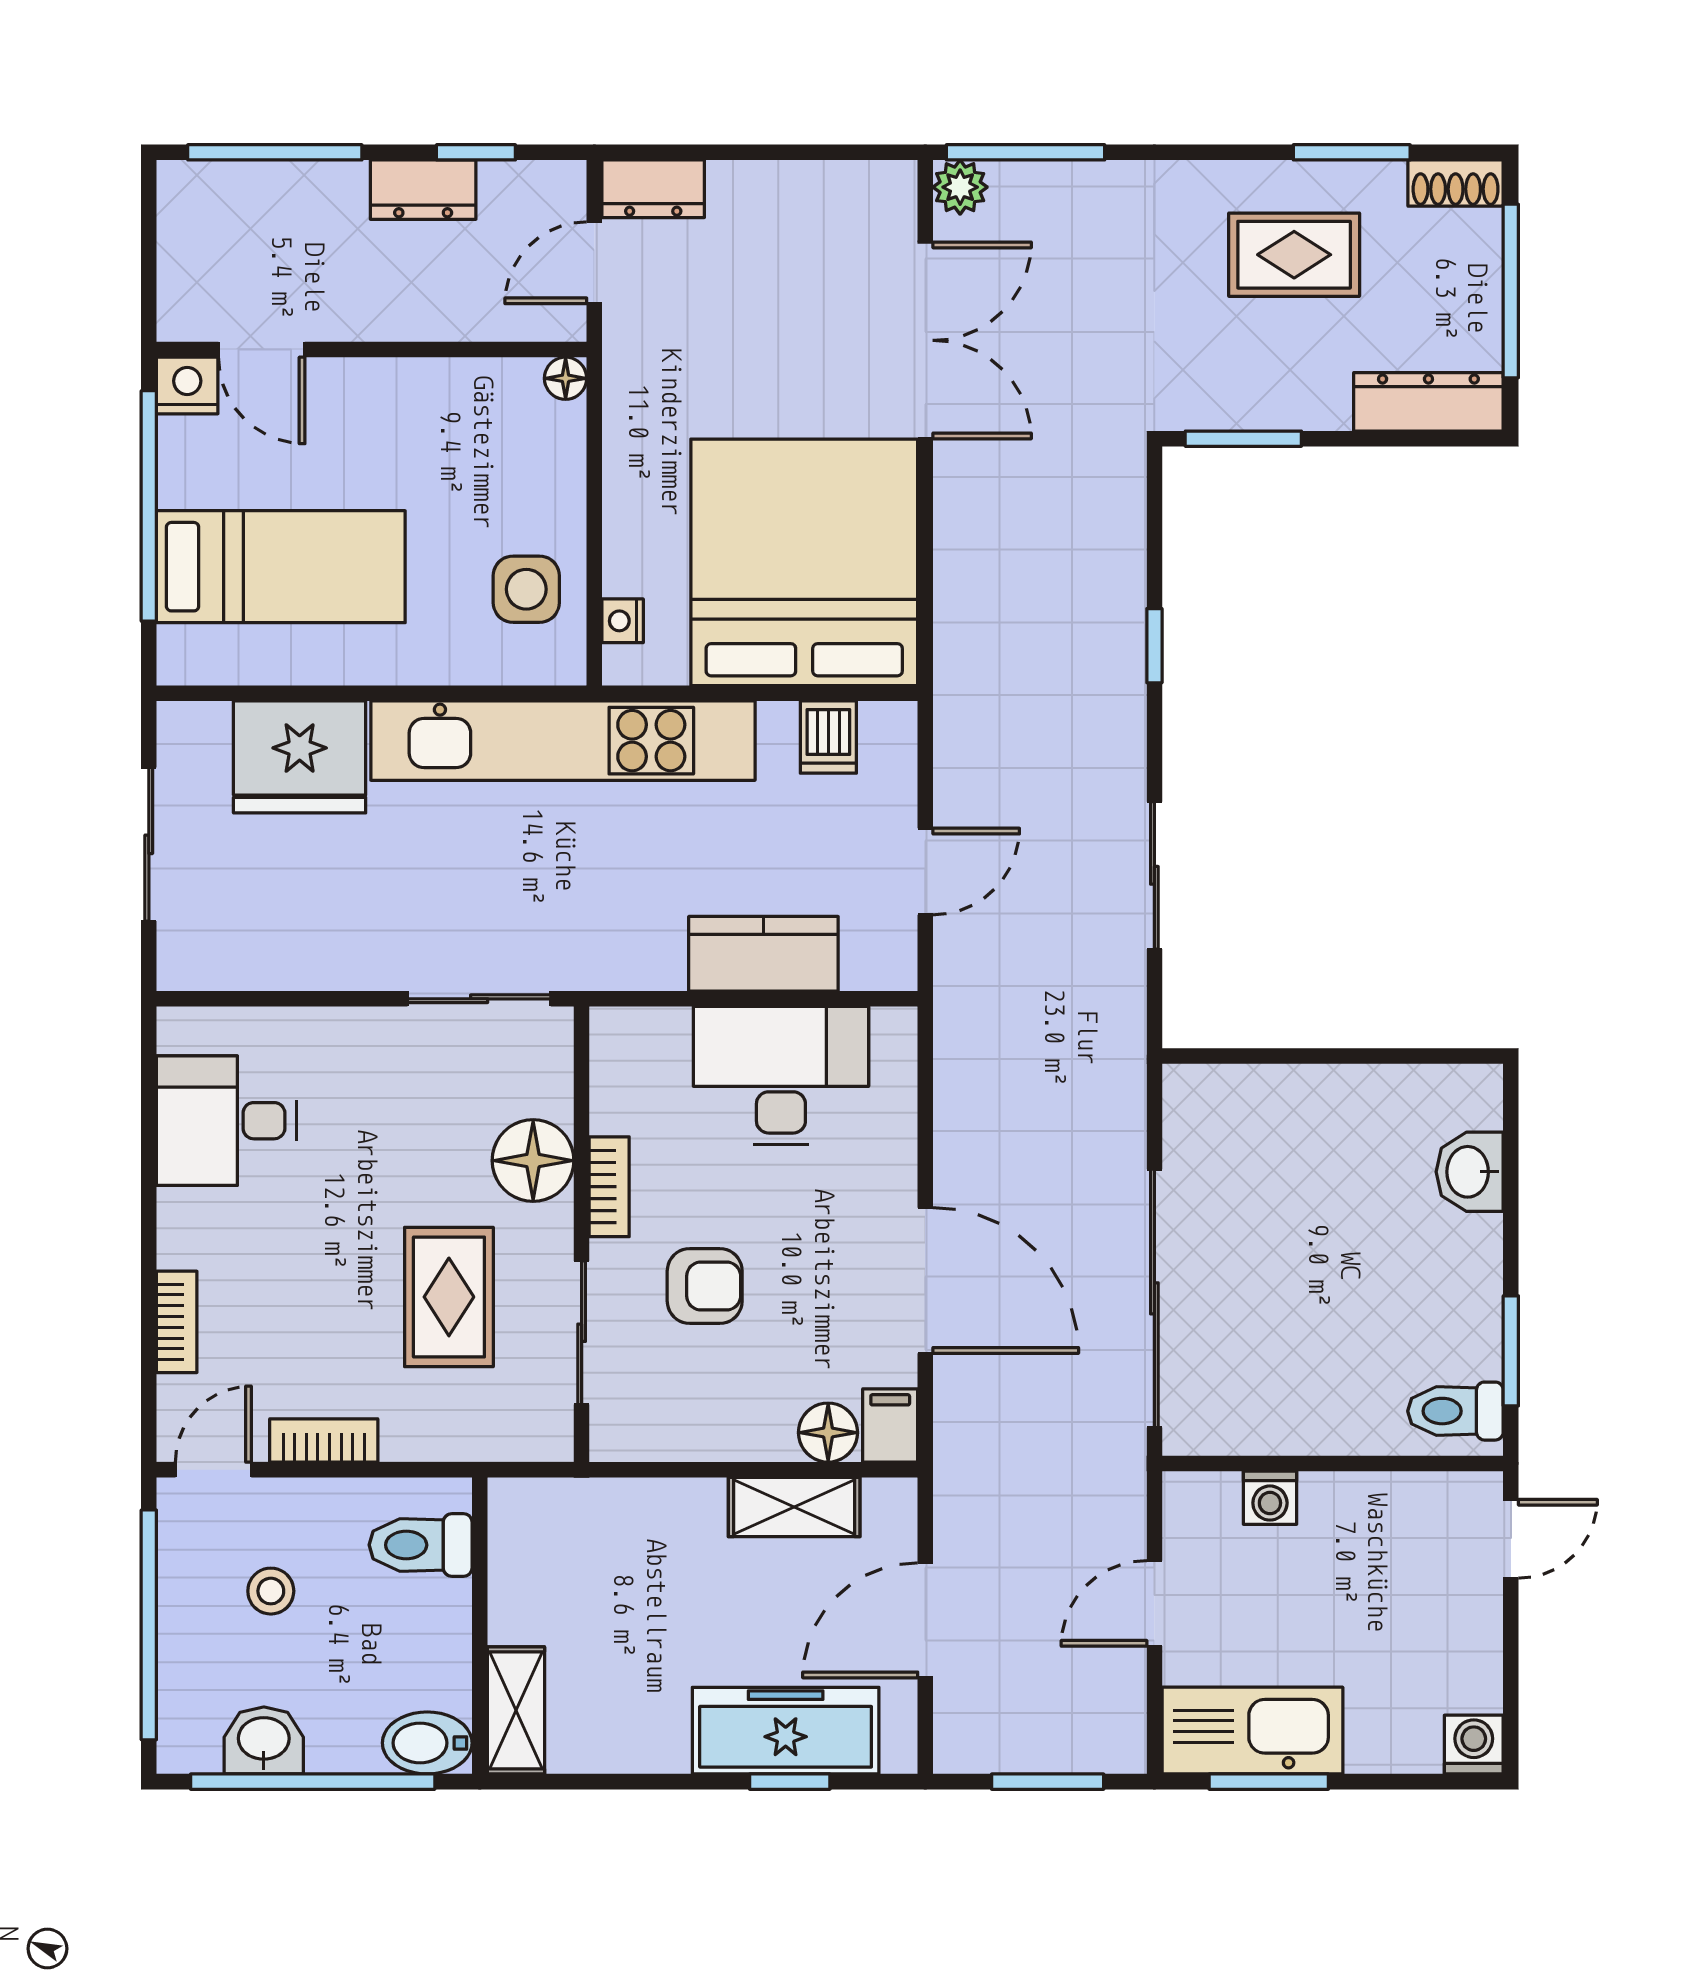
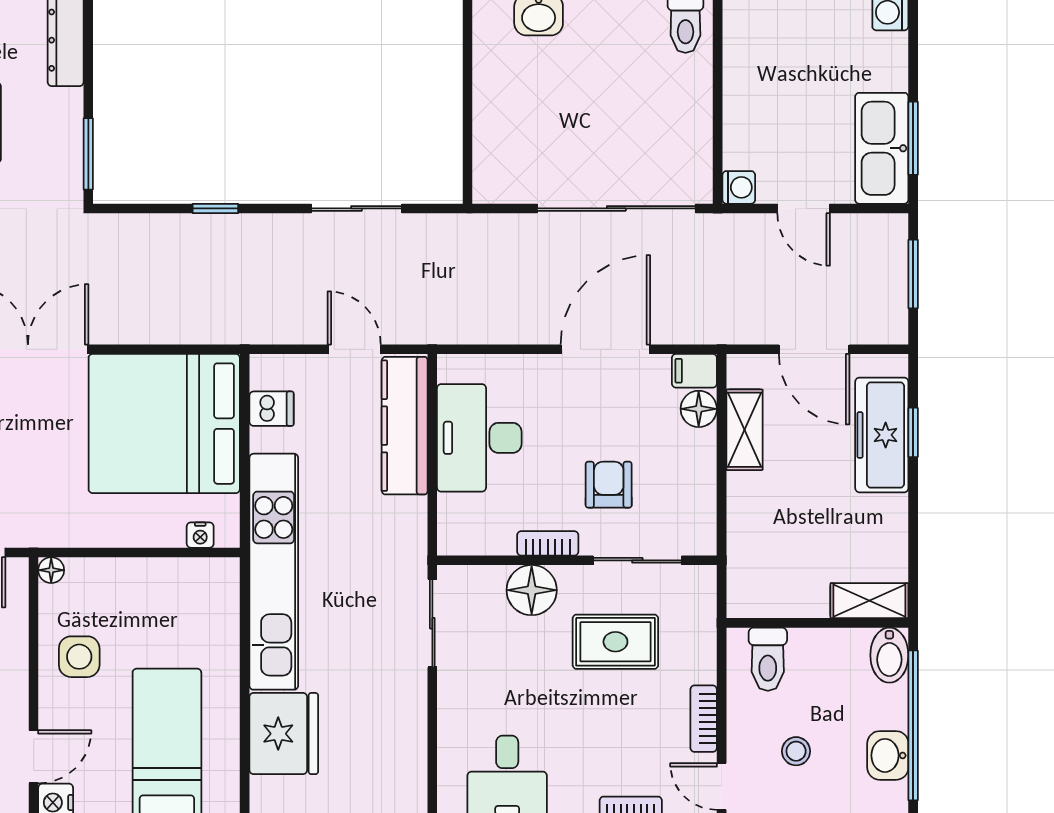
side table: (526, 589) -> (79, 657), moved
kitchen counter: (763, 954) -> (405, 426), width x1.50
washing machine: (1270, 1498) -> (739, 187), moved

